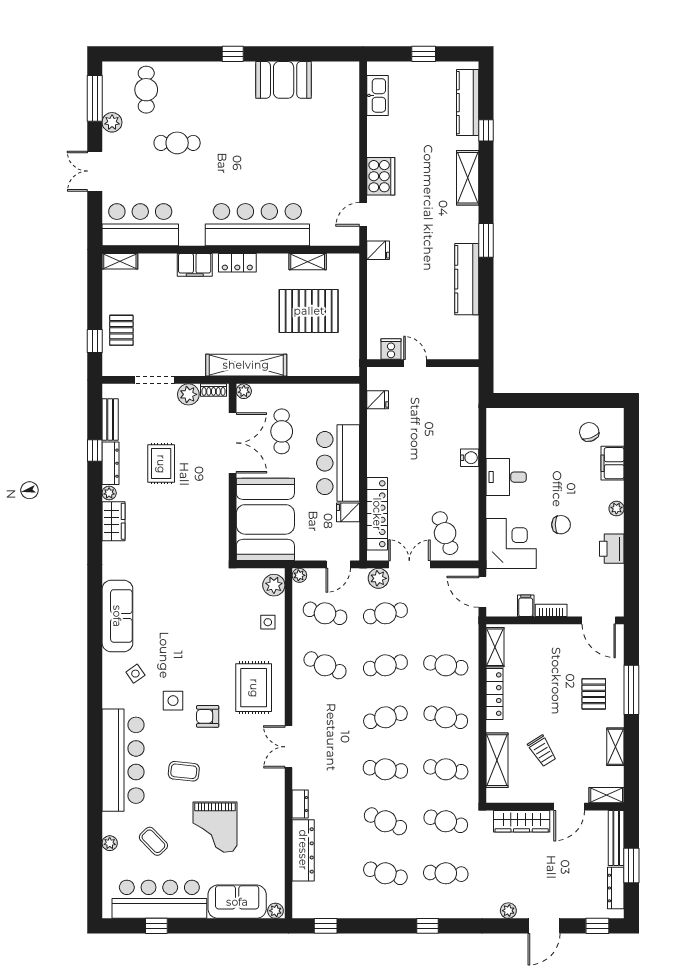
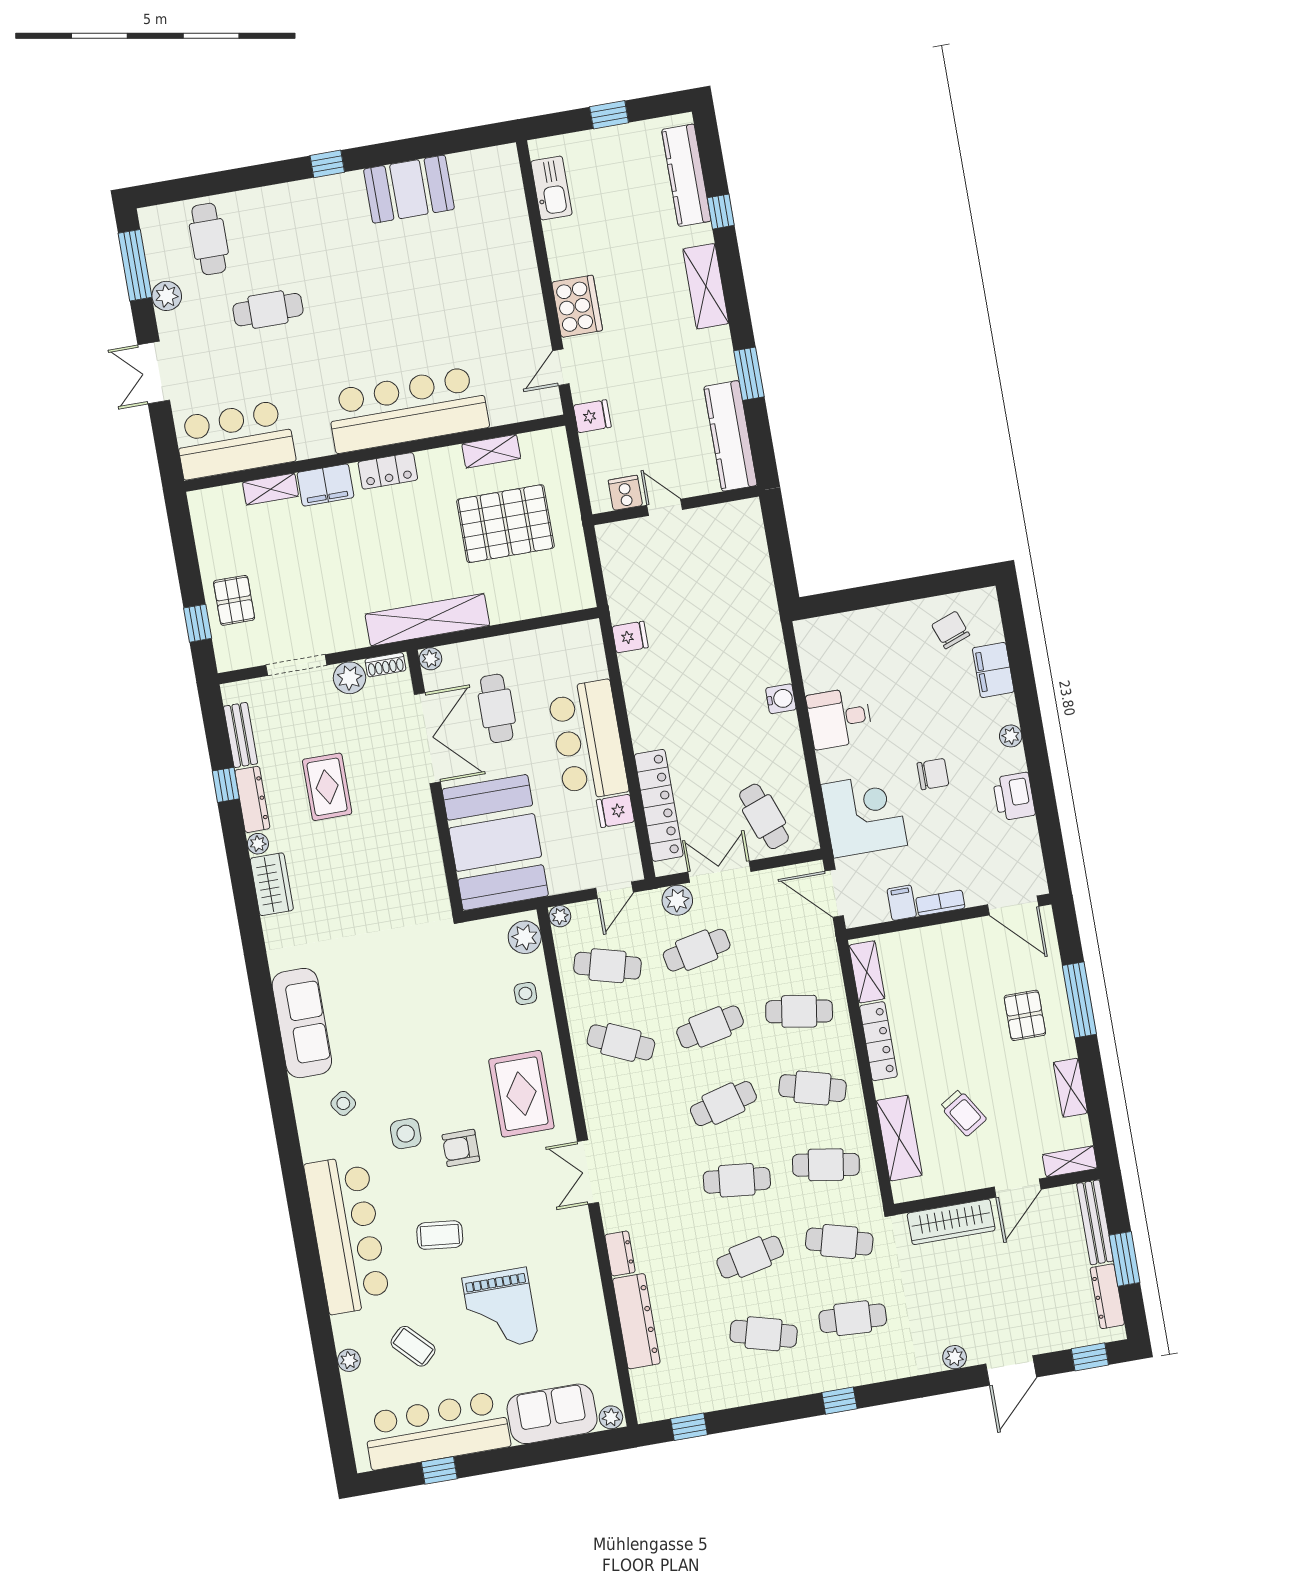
shelving: (120, 261) -> (271, 489), moved
cooker: (391, 349) -> (625, 493), moved
door: (415, 363) -> (665, 507), moved
wall: (423, 363) -> (676, 505), moved
cafe table: (385, 821) -> (750, 1257), turned -36

